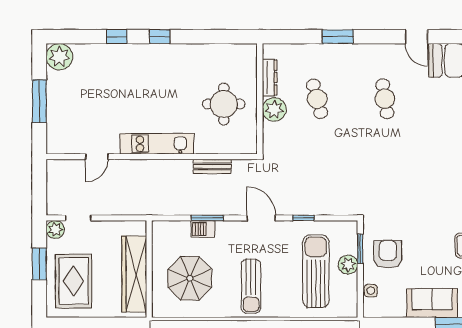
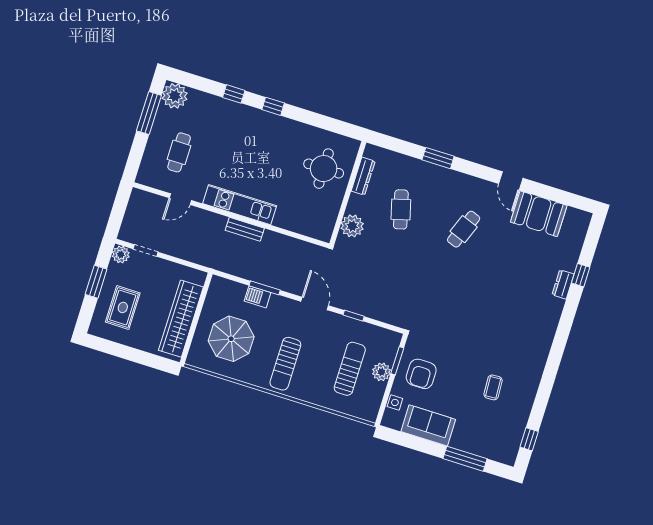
cafe table: (385, 99) -> (464, 229), turned 30
window: (39, 101) -> (149, 113), moved
round table: (224, 104) -> (324, 169), moved
plant: (274, 109) -> (352, 226), moved
cafe table: (81, 111) -> (179, 152), added
bench: (212, 166) -> (245, 229), moved
armchair: (388, 254) -> (421, 374), turned 180
sun lounger: (316, 271) -> (350, 369), width x0.73, depth x0.75
rug: (74, 281) -> (123, 307), width x0.73, depth x0.70
sofa: (432, 303) -> (428, 425), moved

